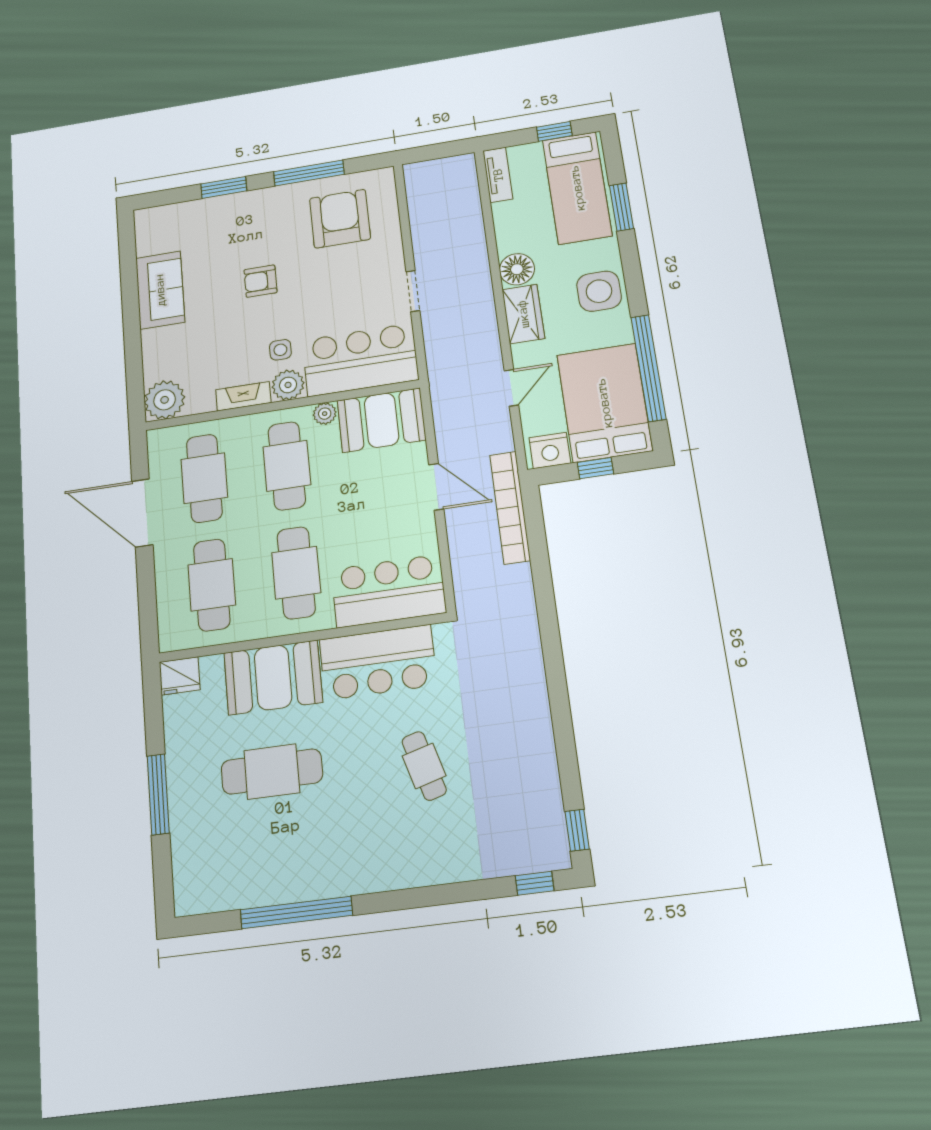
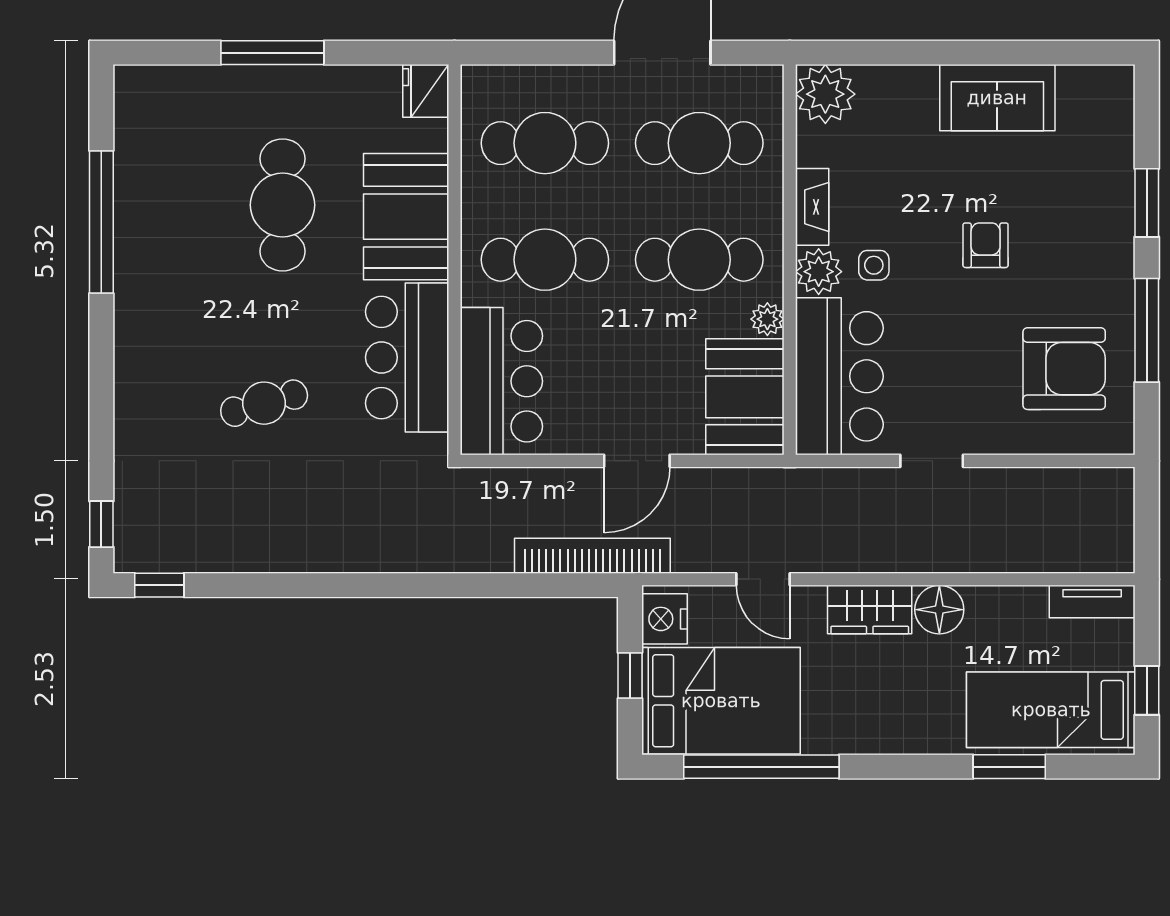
side table: (599, 291) -> (886, 717), removed

